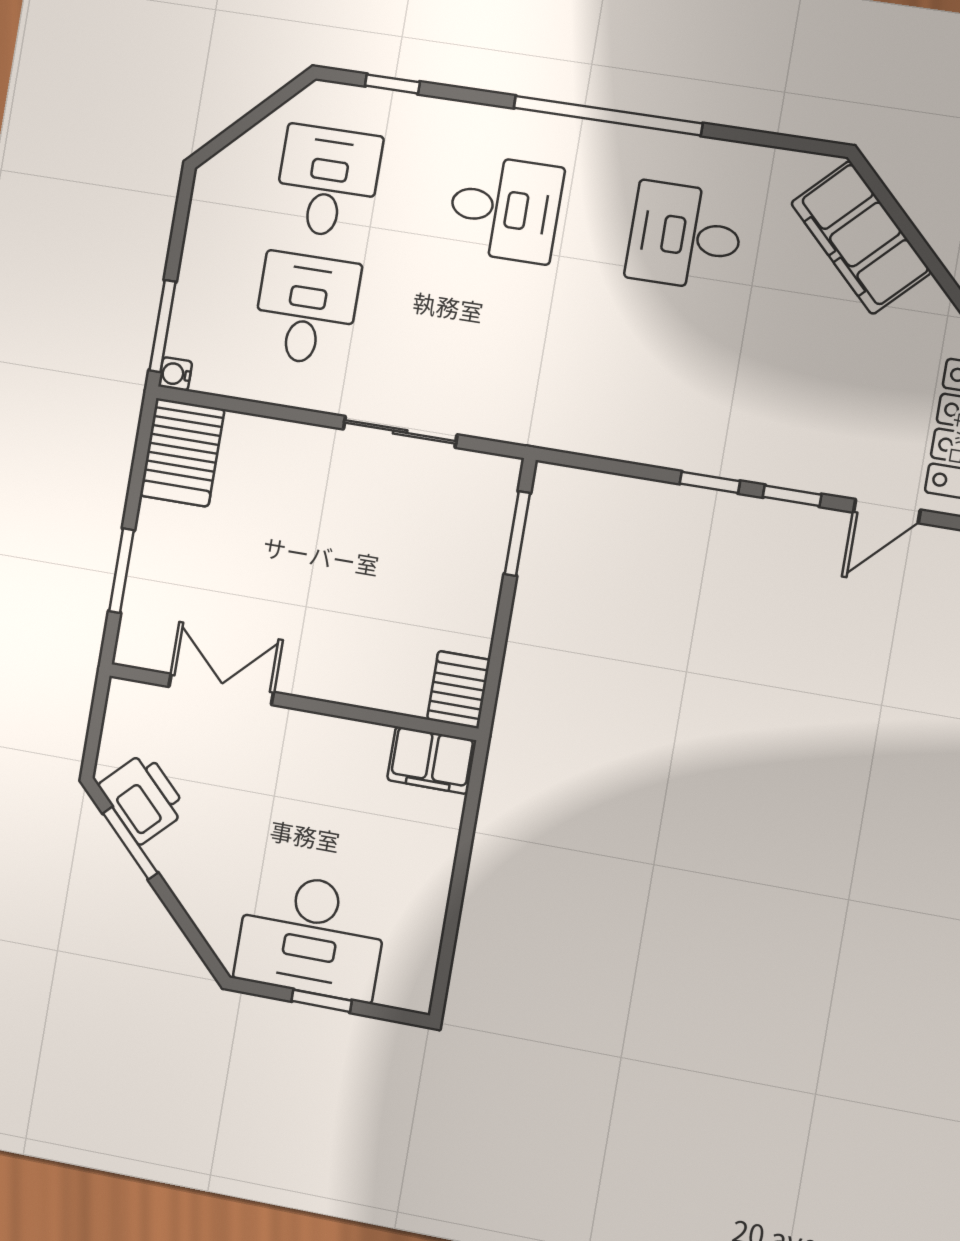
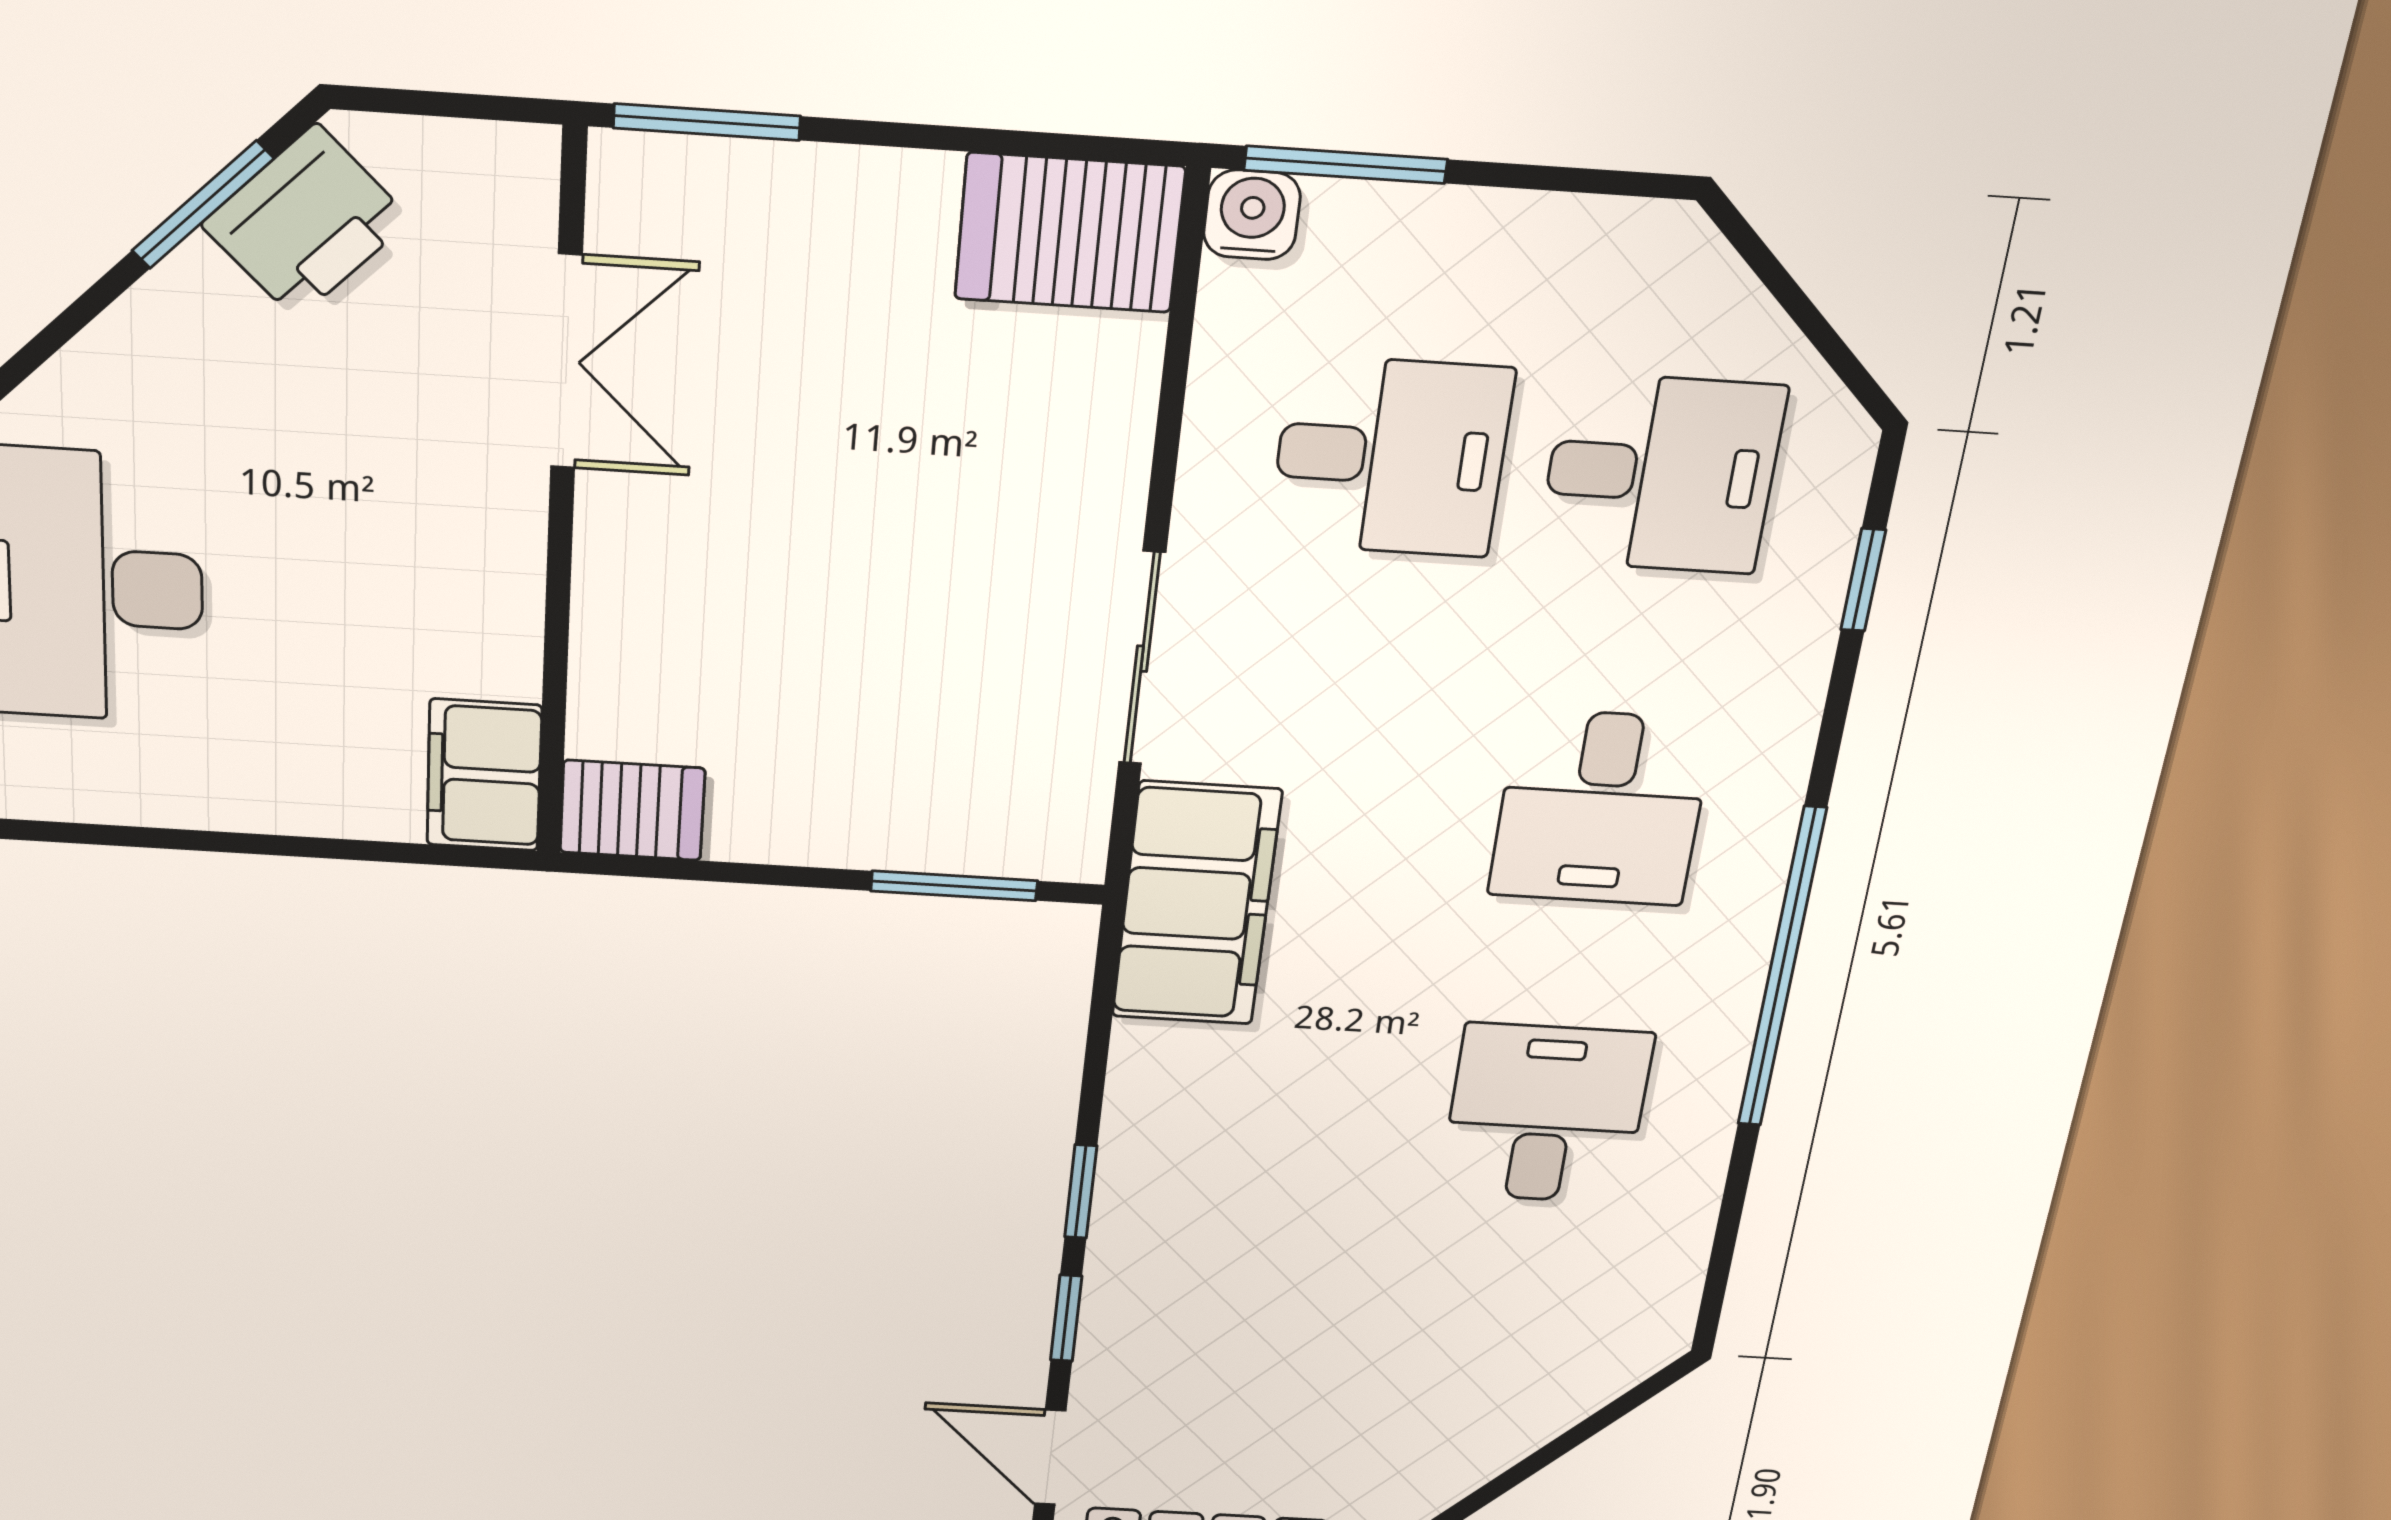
filing cabinet: (861, 237) -> (1196, 904), moved, turned 135
water cooler: (175, 374) -> (1252, 215), width x1.38, depth x1.38
window: (121, 571) -> (707, 122), moved

